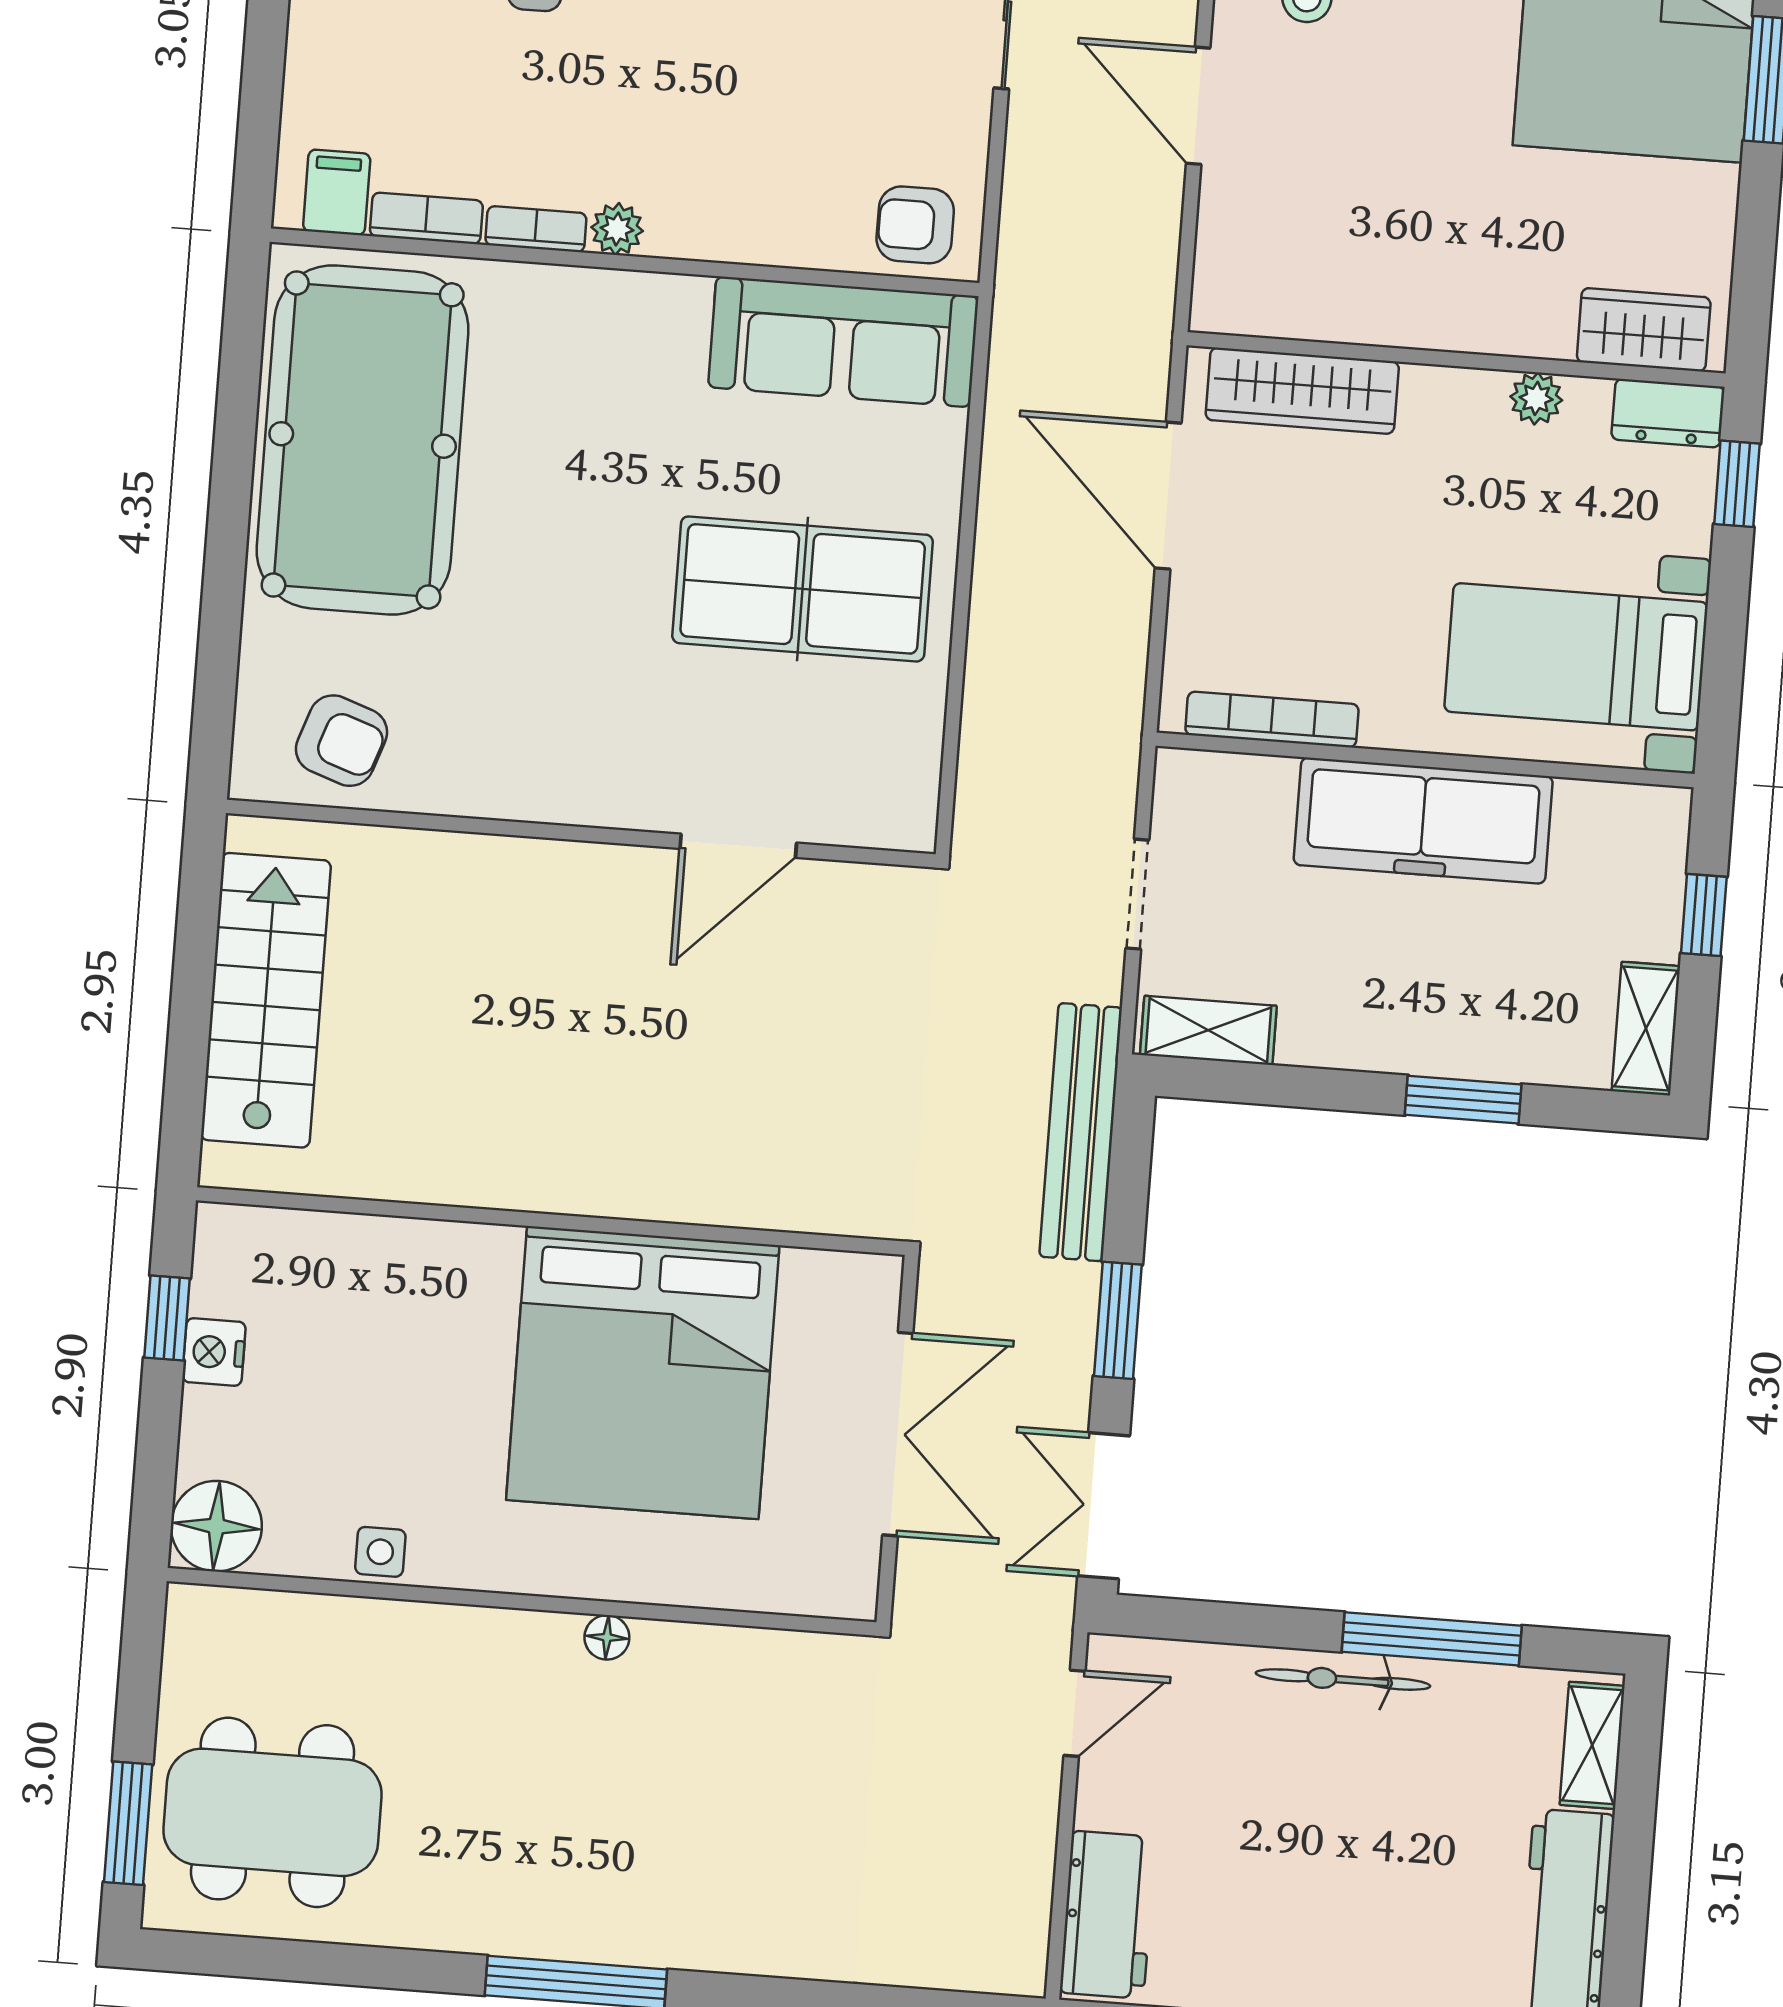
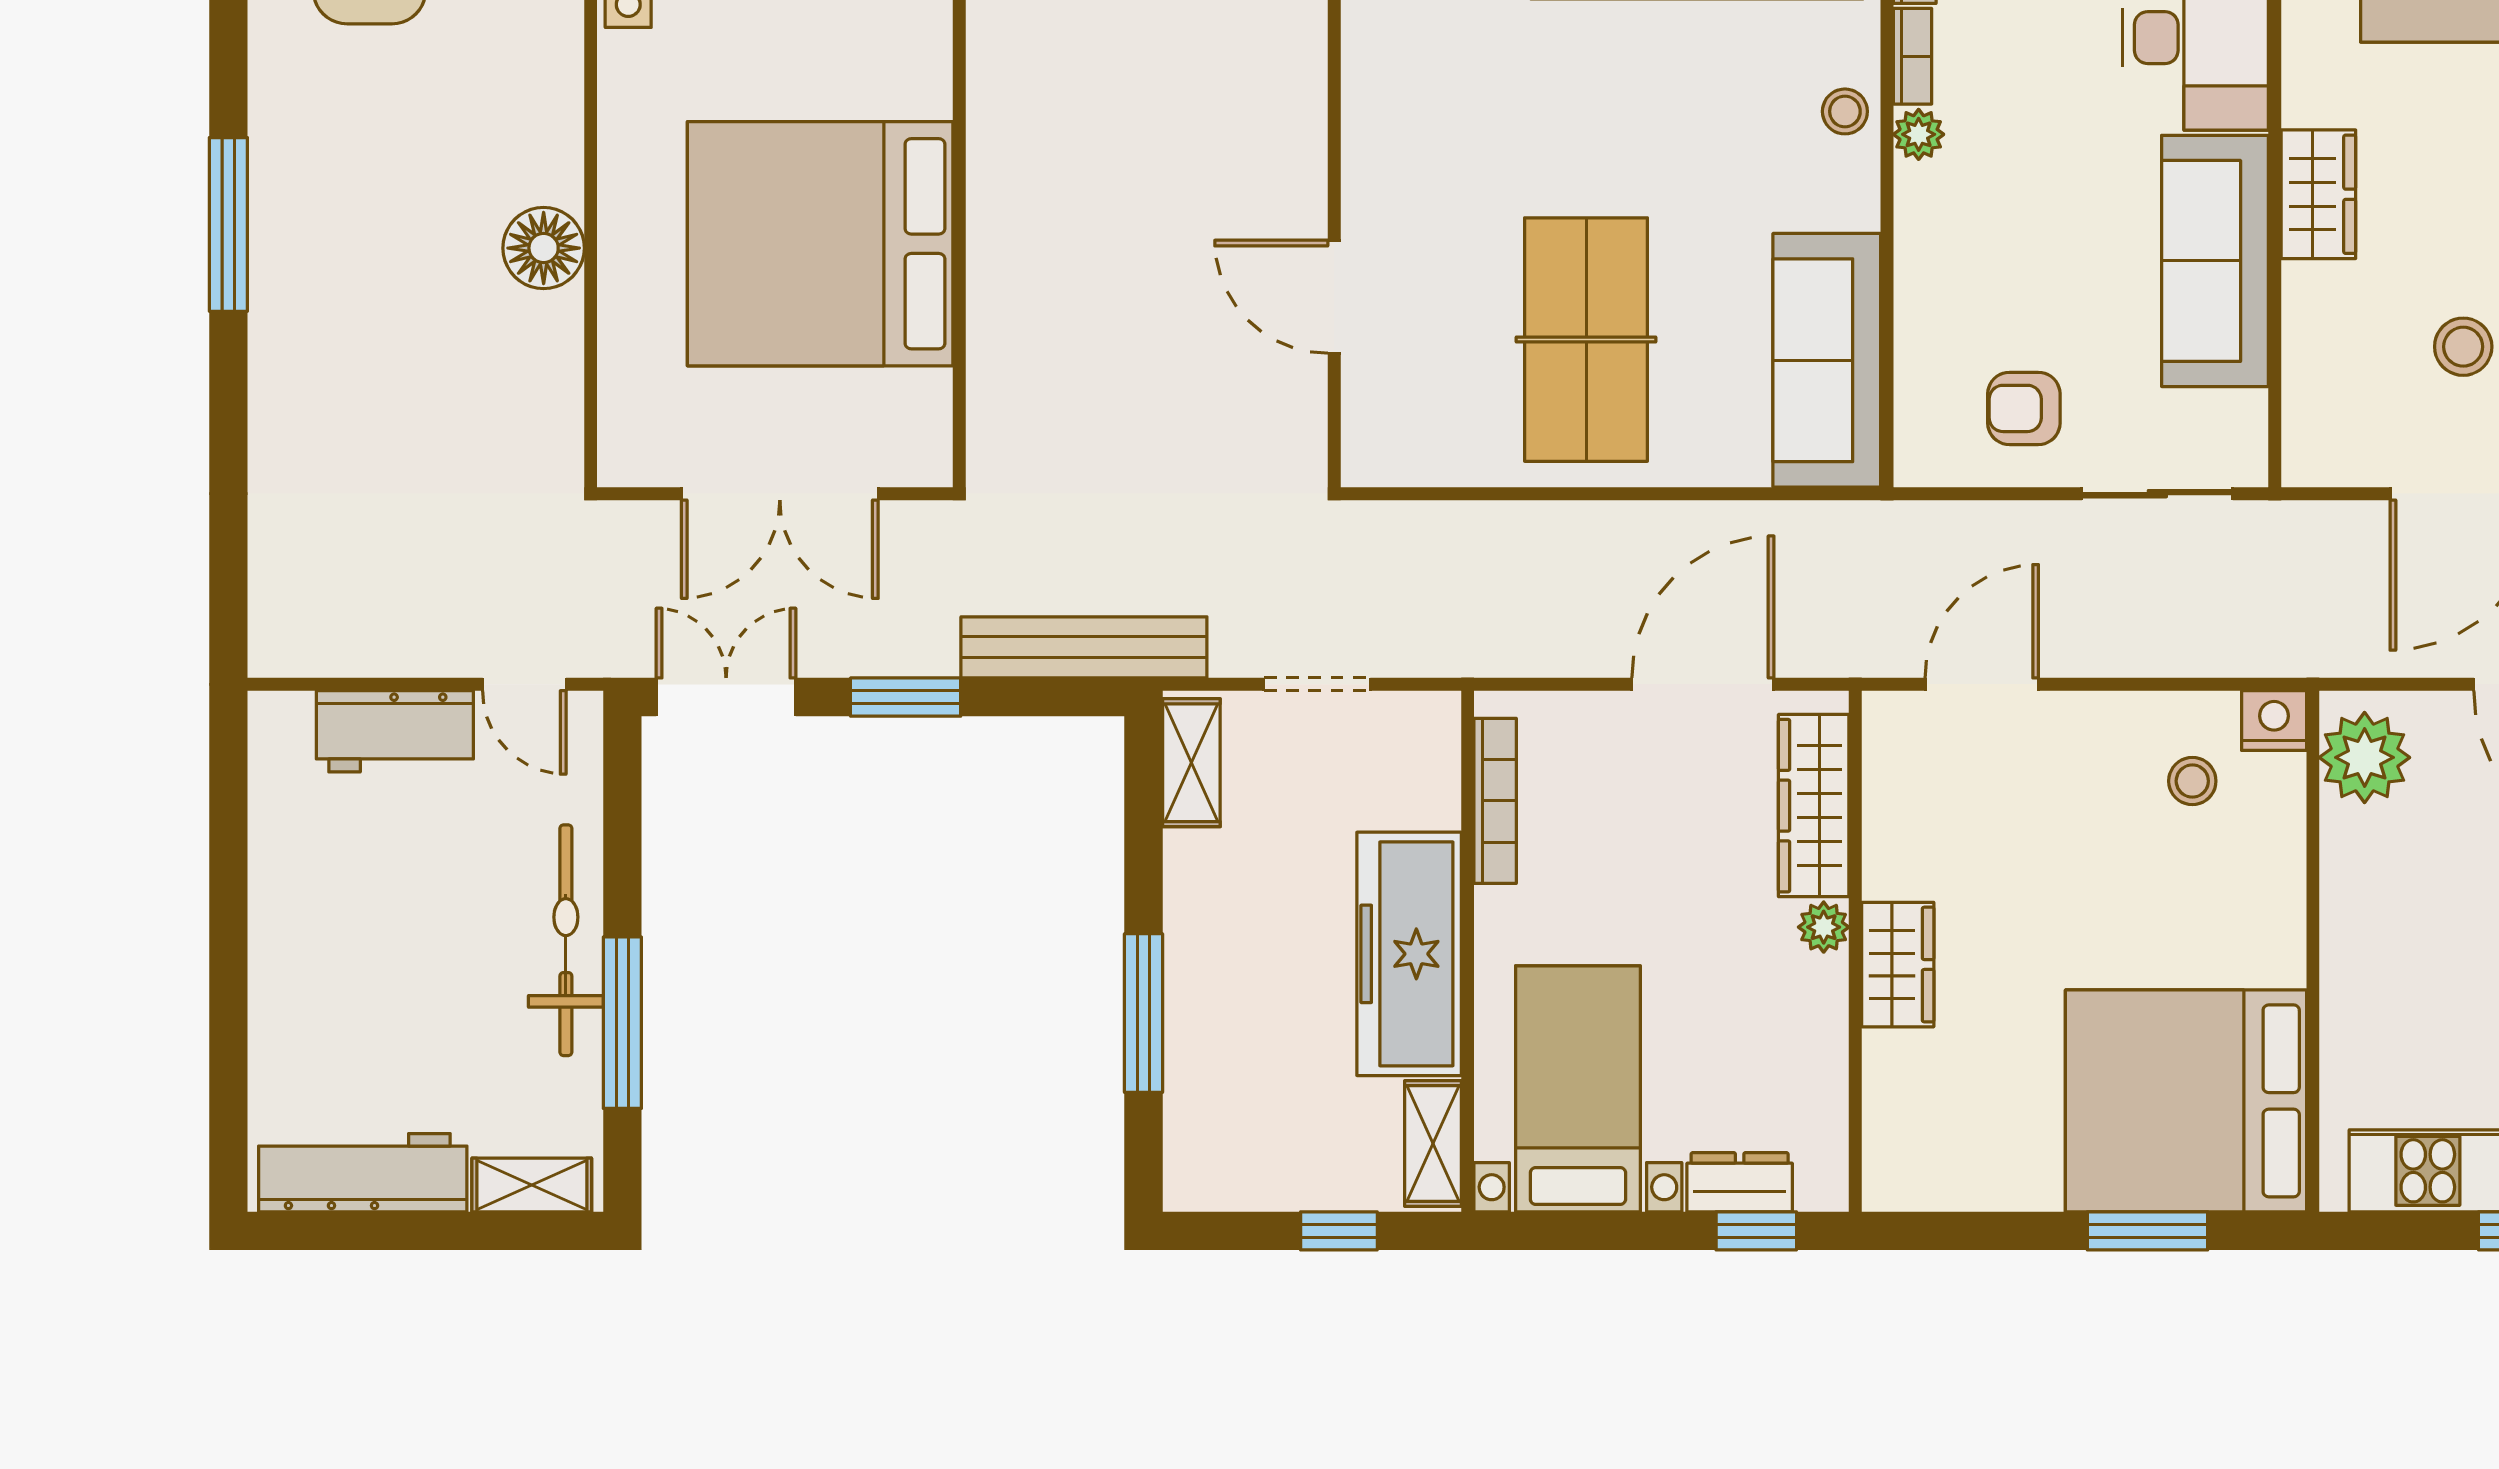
door: (1198, 106) -> (1982, 684), moved
armchair: (915, 225) -> (2024, 408), moved, turned -90
stool: (588, 303) -> (1845, 111), added
wardrobe: (1644, 330) -> (1898, 965), moved
plant: (1536, 398) -> (1824, 927), moved
dresser: (1668, 413) -> (1740, 1182), moved, turned 90
shelving: (1646, 1029) -> (1433, 1143), moved, turned 90
window: (1463, 1100) -> (1144, 1013), width x1.44
floor lamp: (607, 1637) -> (544, 248), width x1.89, depth x1.89
bicycle: (1343, 1680) -> (566, 940), width x1.37, depth x1.40
workbench: (1108, 1915) -> (395, 731), moved

